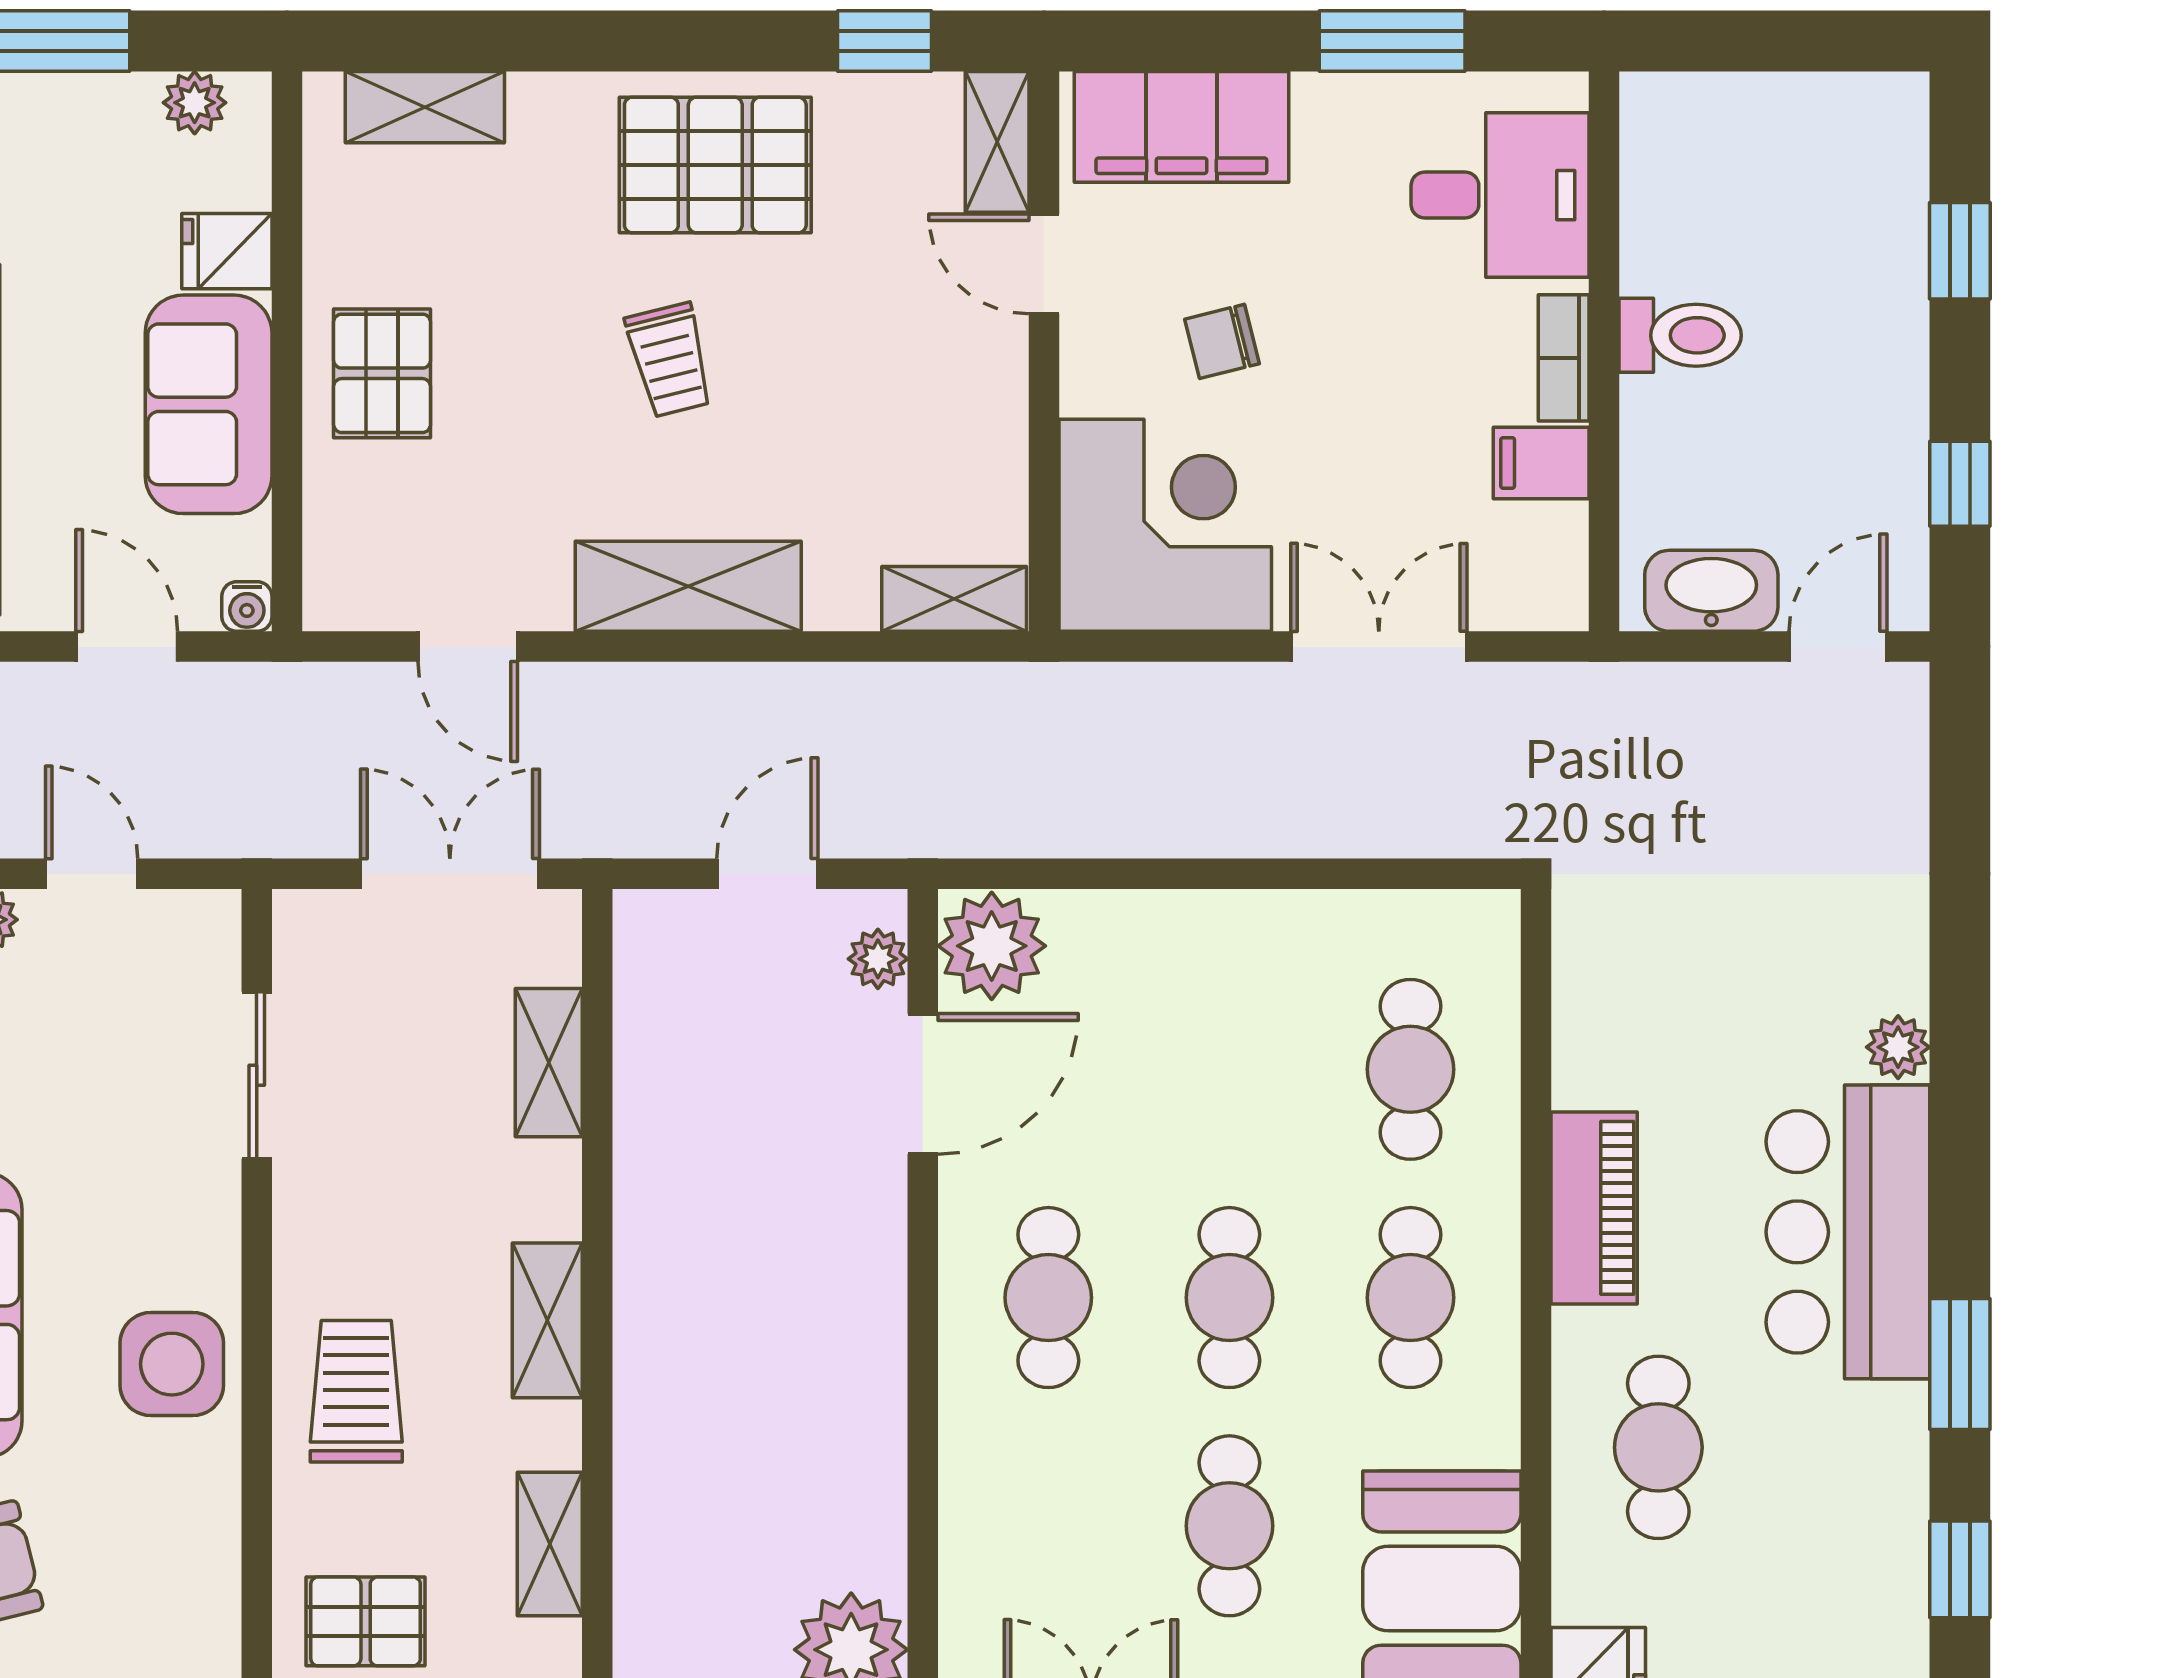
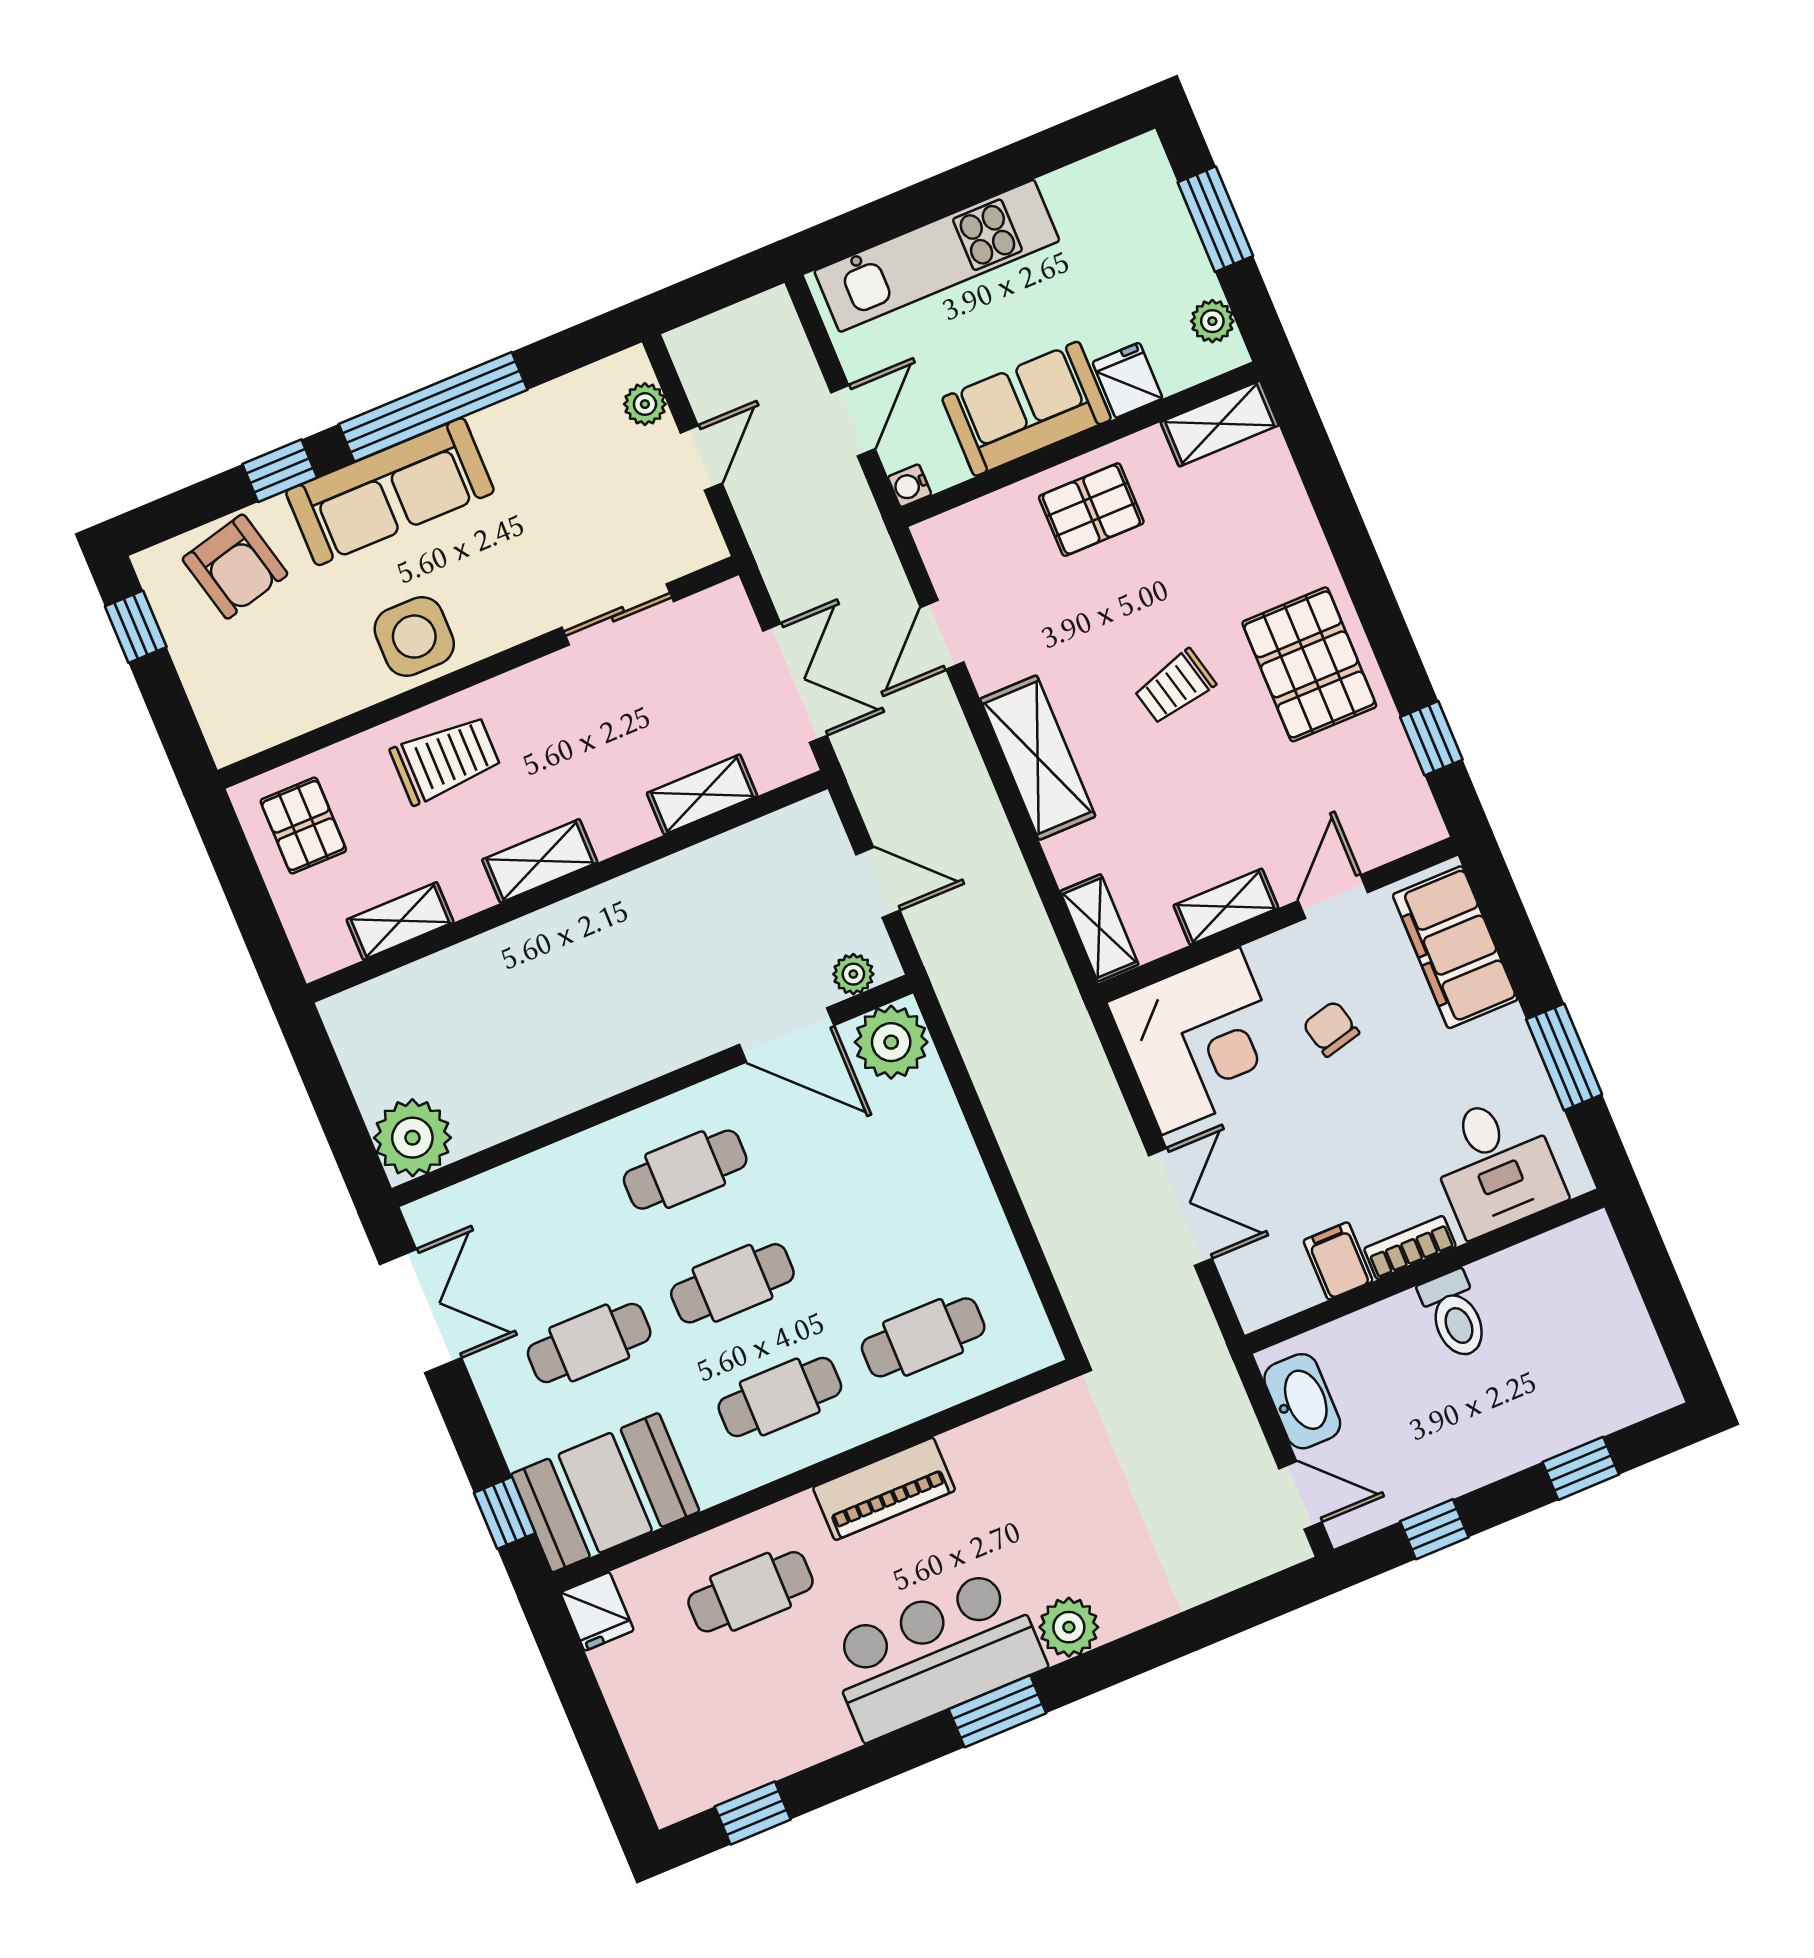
shelving: (425, 107) -> (1220, 424), moved, turned 90
shelving: (997, 142) -> (1226, 907), moved
plant: (1898, 1047) -> (1069, 1627), width x1.38, depth x1.38
window: (1960, 1364) -> (997, 1711), moved

